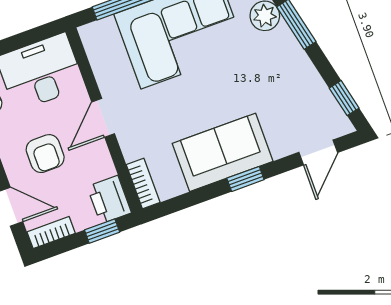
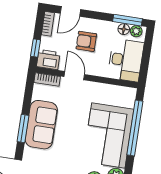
door: (103, 118) -> (74, 76), moved
window: (245, 179) -> (23, 129), width x1.50

